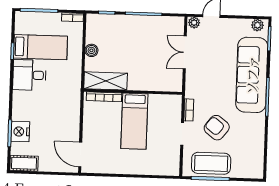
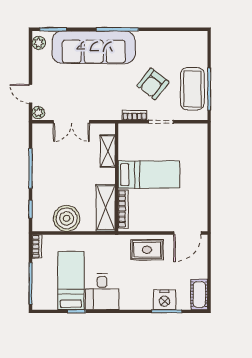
boiler: (91, 50) -> (67, 218), width x1.86, depth x1.86
shelving: (157, 85) -> (108, 151), added
rug: (66, 117) -> (147, 250), added

